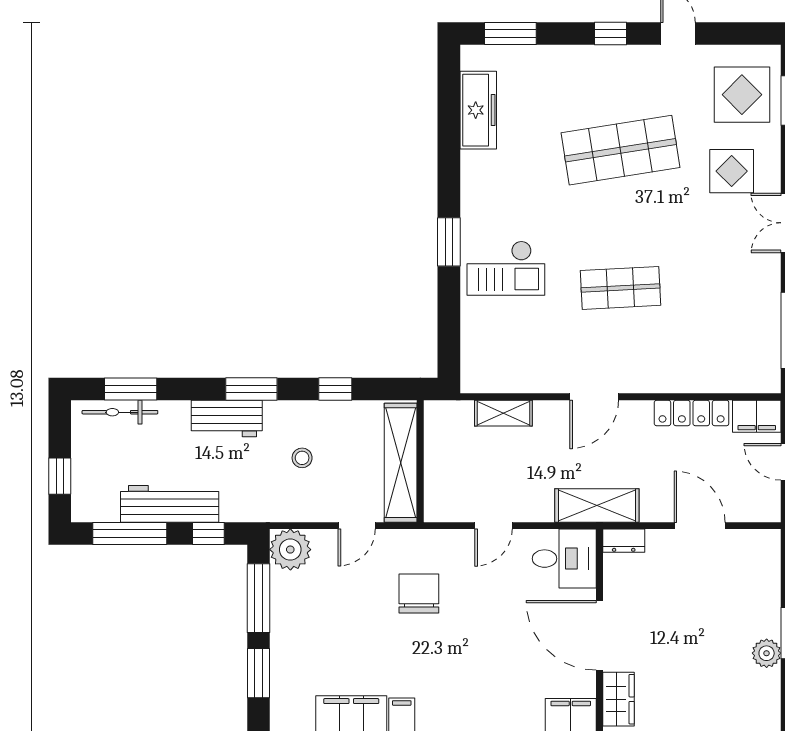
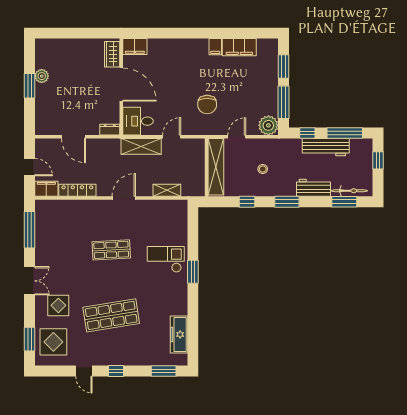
workbench: (227, 419) -> (313, 188), moved
shelving: (597, 505) -> (141, 146), moved

